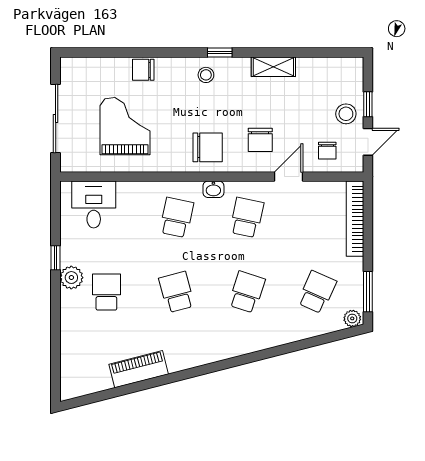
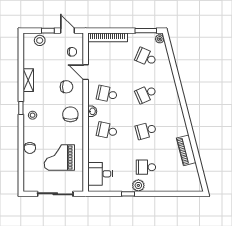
stool: (346, 114) -> (40, 40), moved
school desk: (247, 292) -> (146, 94), turned -42

